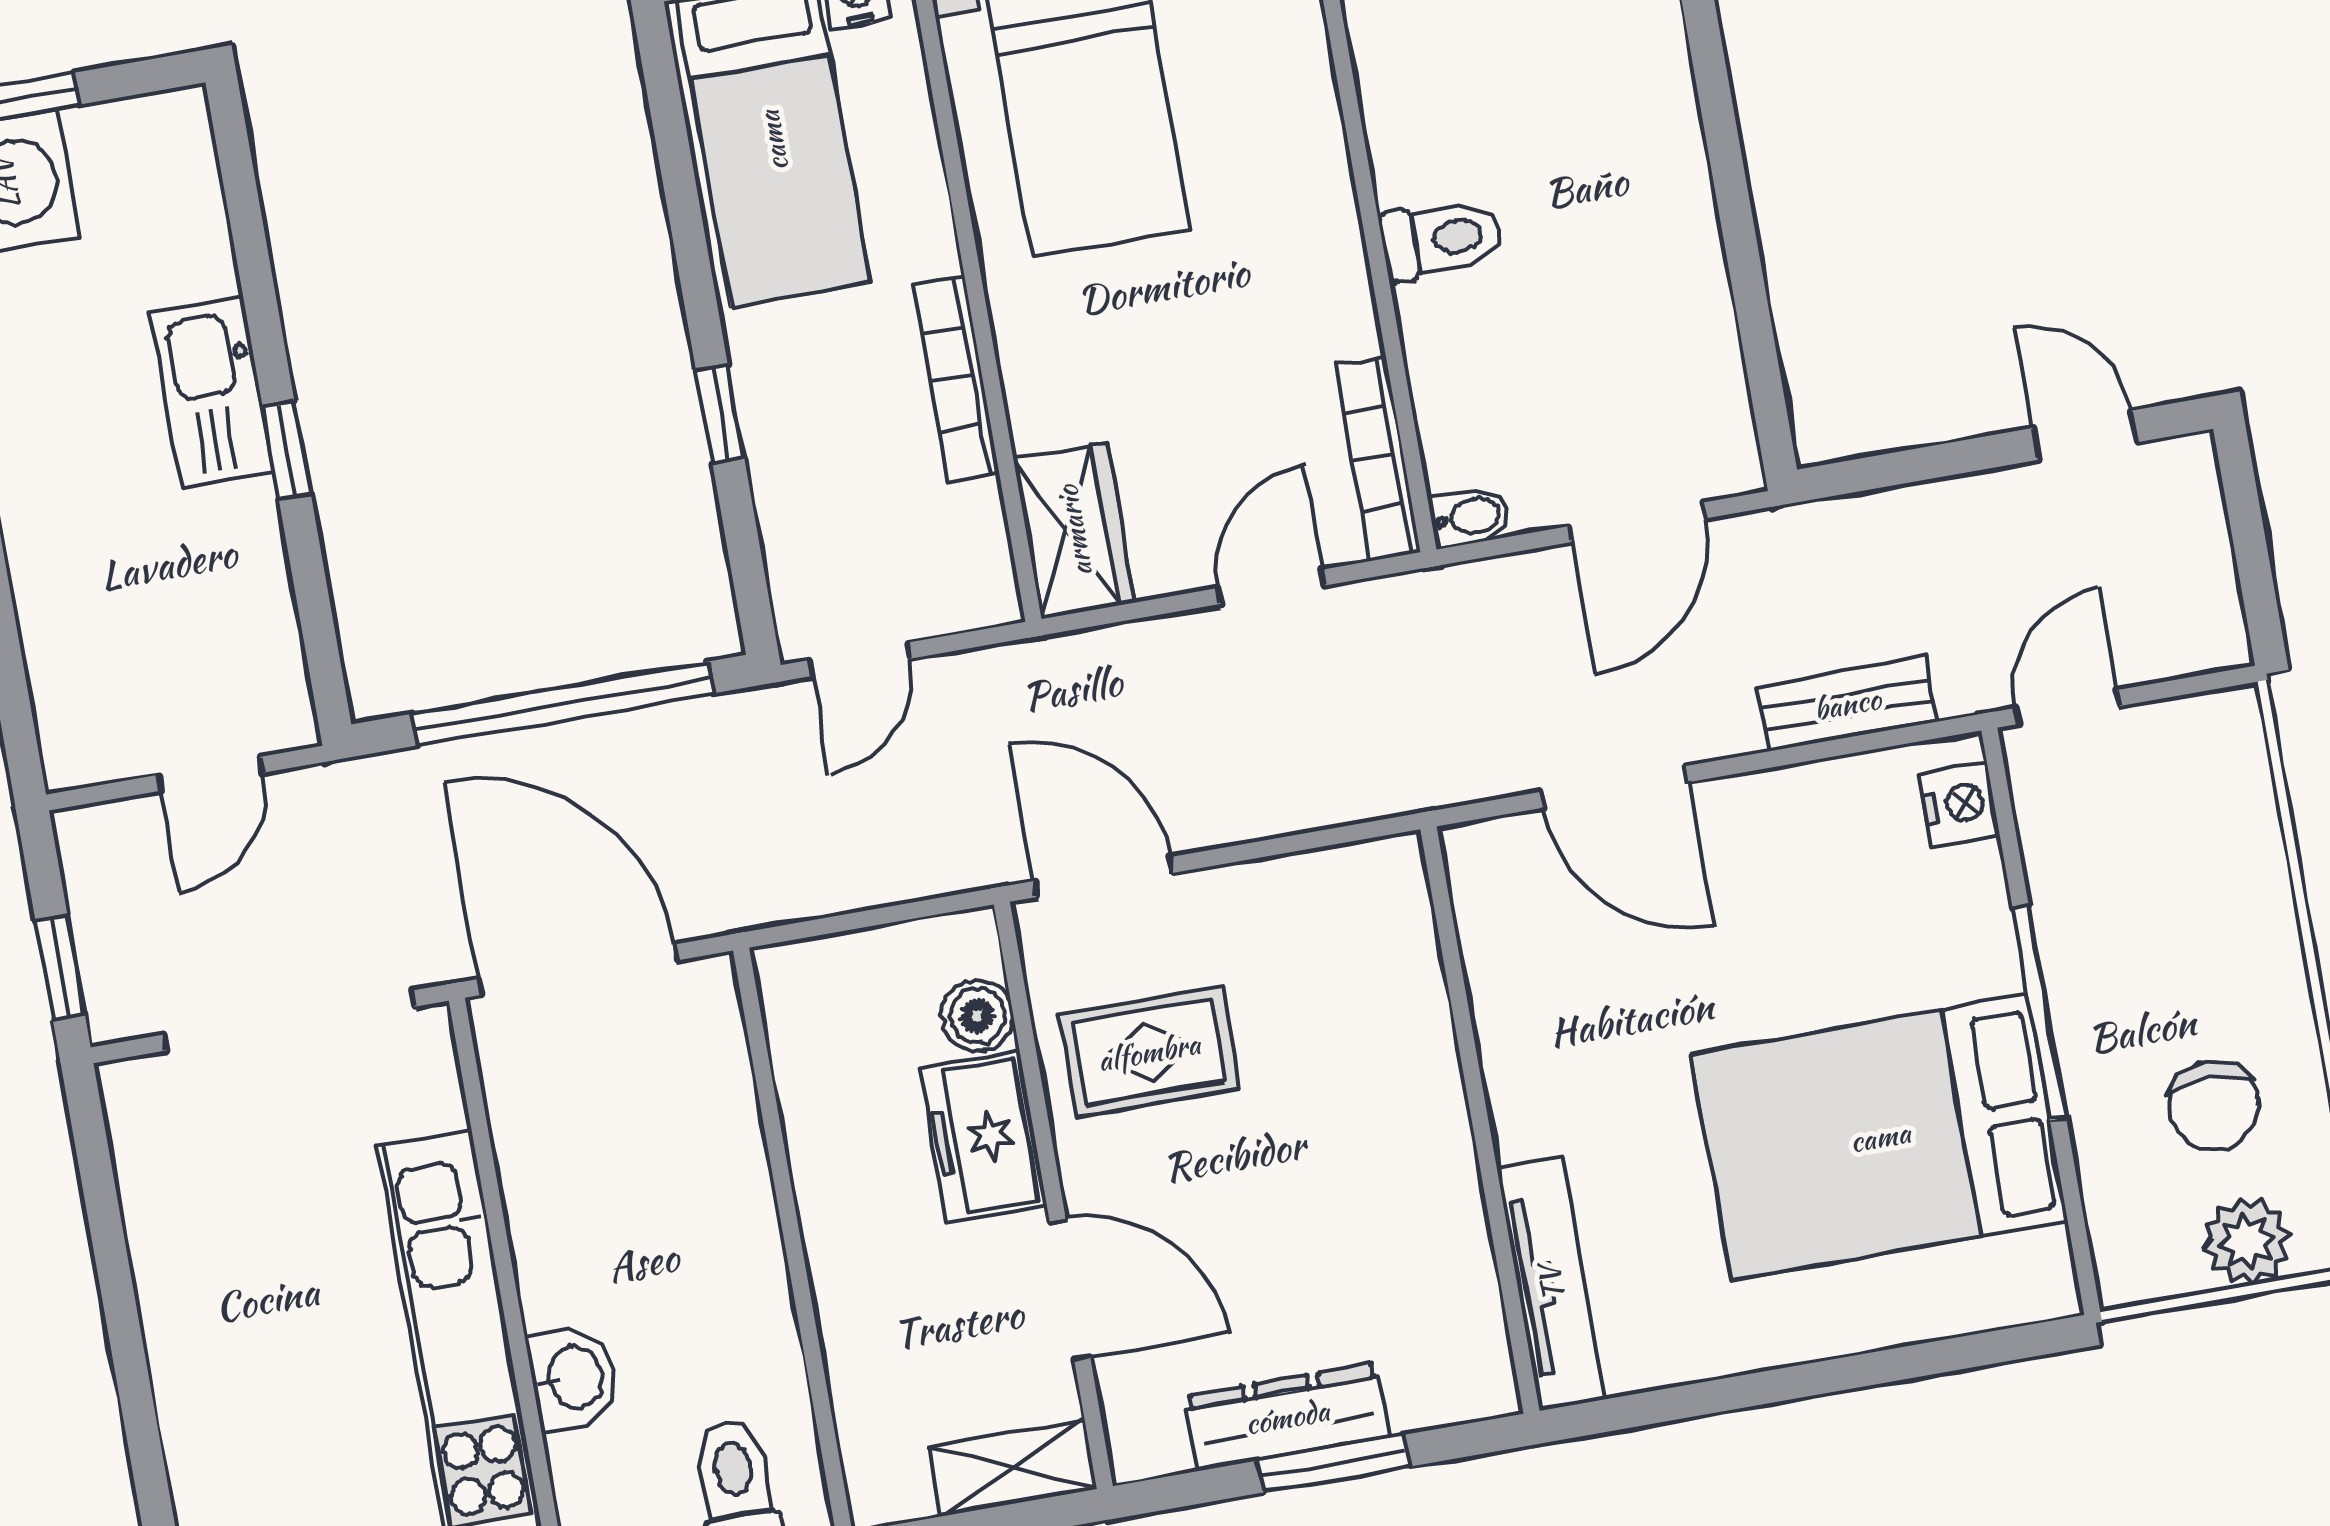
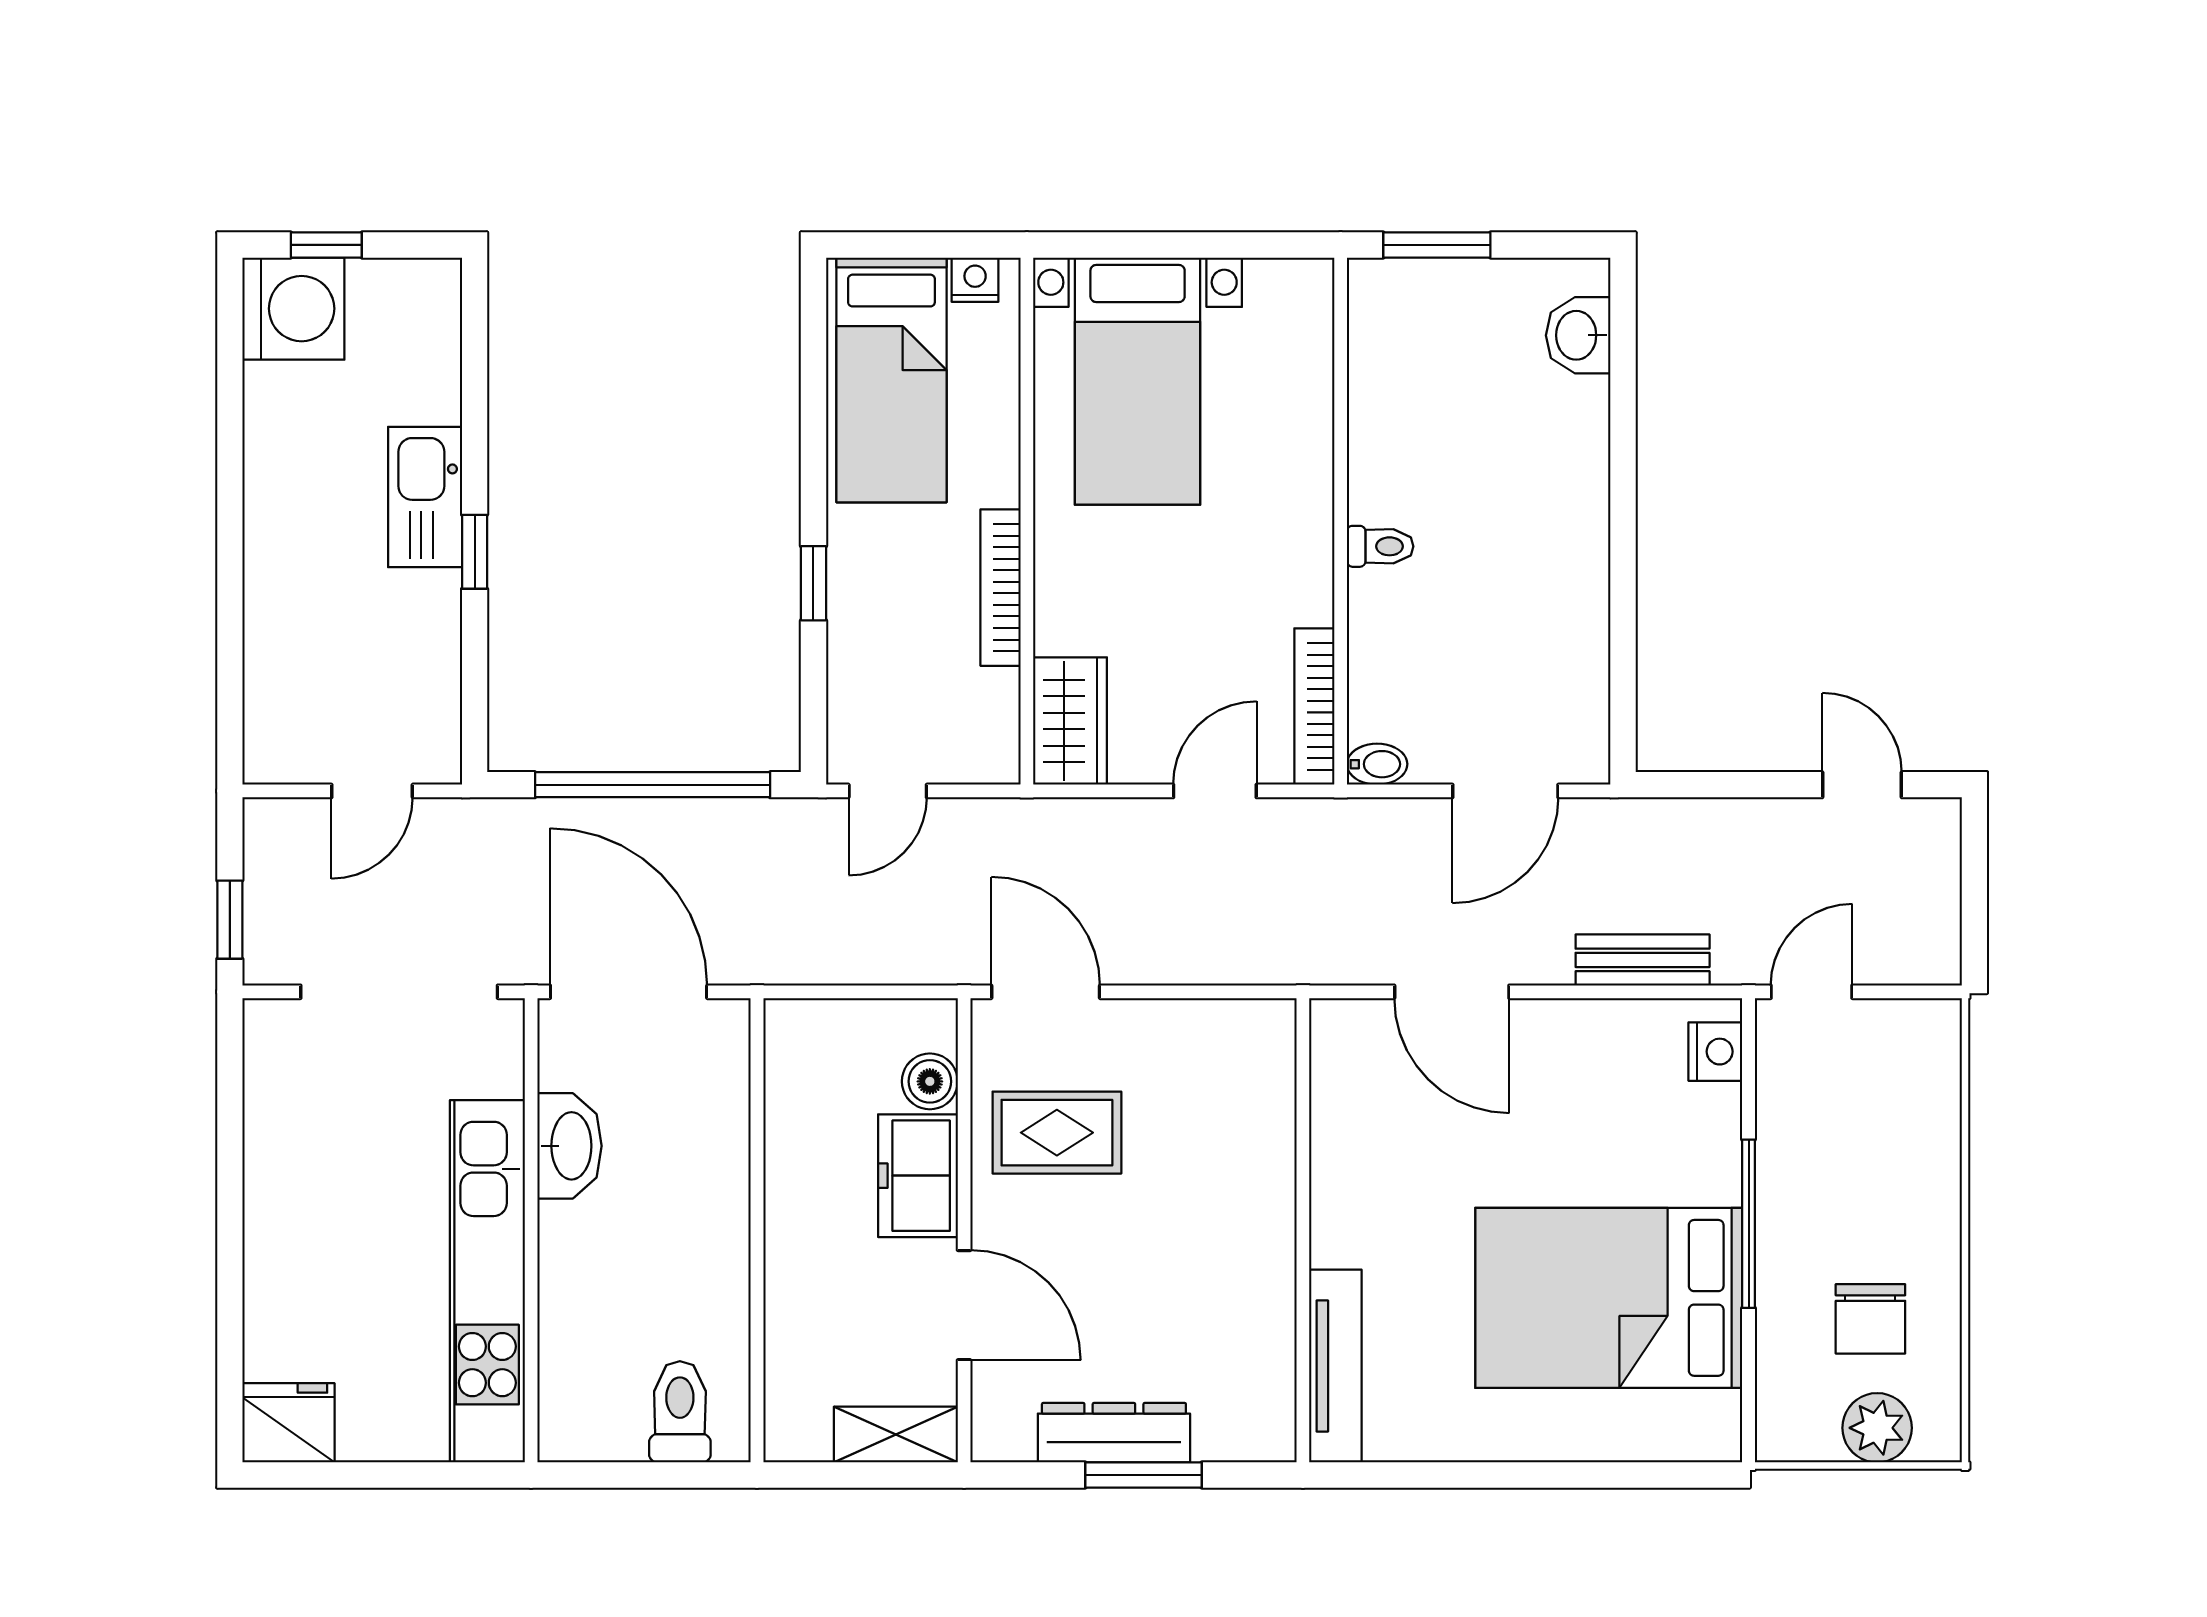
toilet: (1442, 239) -> (1380, 546), width x0.73, depth x0.72
washbasin: (573, 1378) -> (570, 1146), moved, width x1.38

